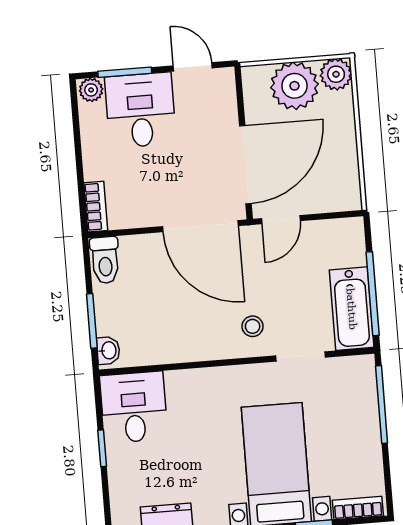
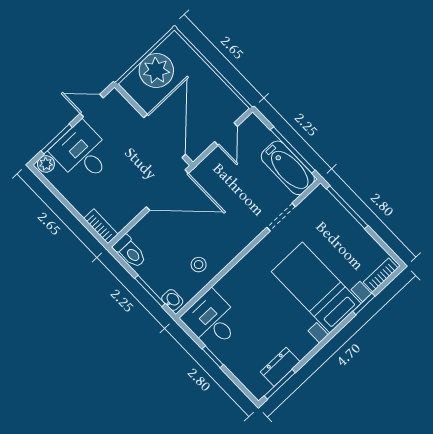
plant: (336, 74) -> (174, 45), removed
door: (281, 220) -> (226, 134), moved
stool: (253, 326) -> (199, 265), moved

